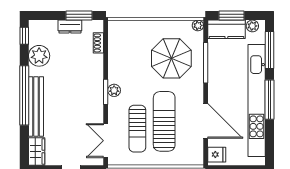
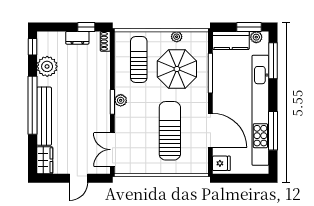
window: (79, 16) -> (86, 27), width x0.67
window: (231, 16) -> (249, 27), moved
plant: (198, 25) -> (177, 37), moved
shoe rack: (98, 43) -> (105, 41), moved
window: (269, 100) -> (273, 131), moved
sun lounger: (137, 129) -> (139, 60), moved, turned 180

